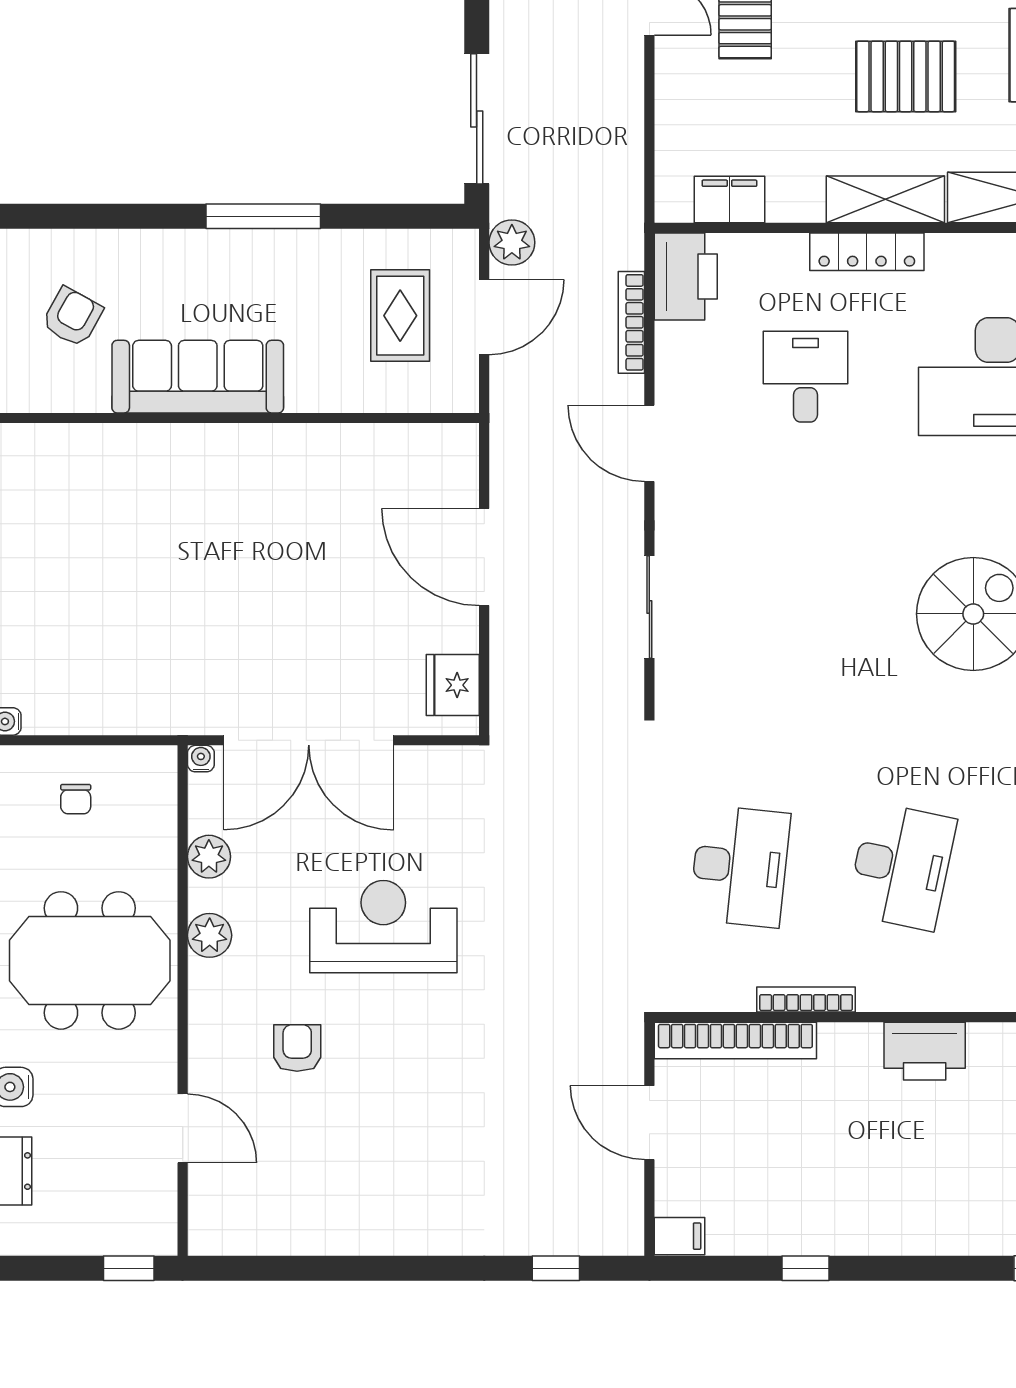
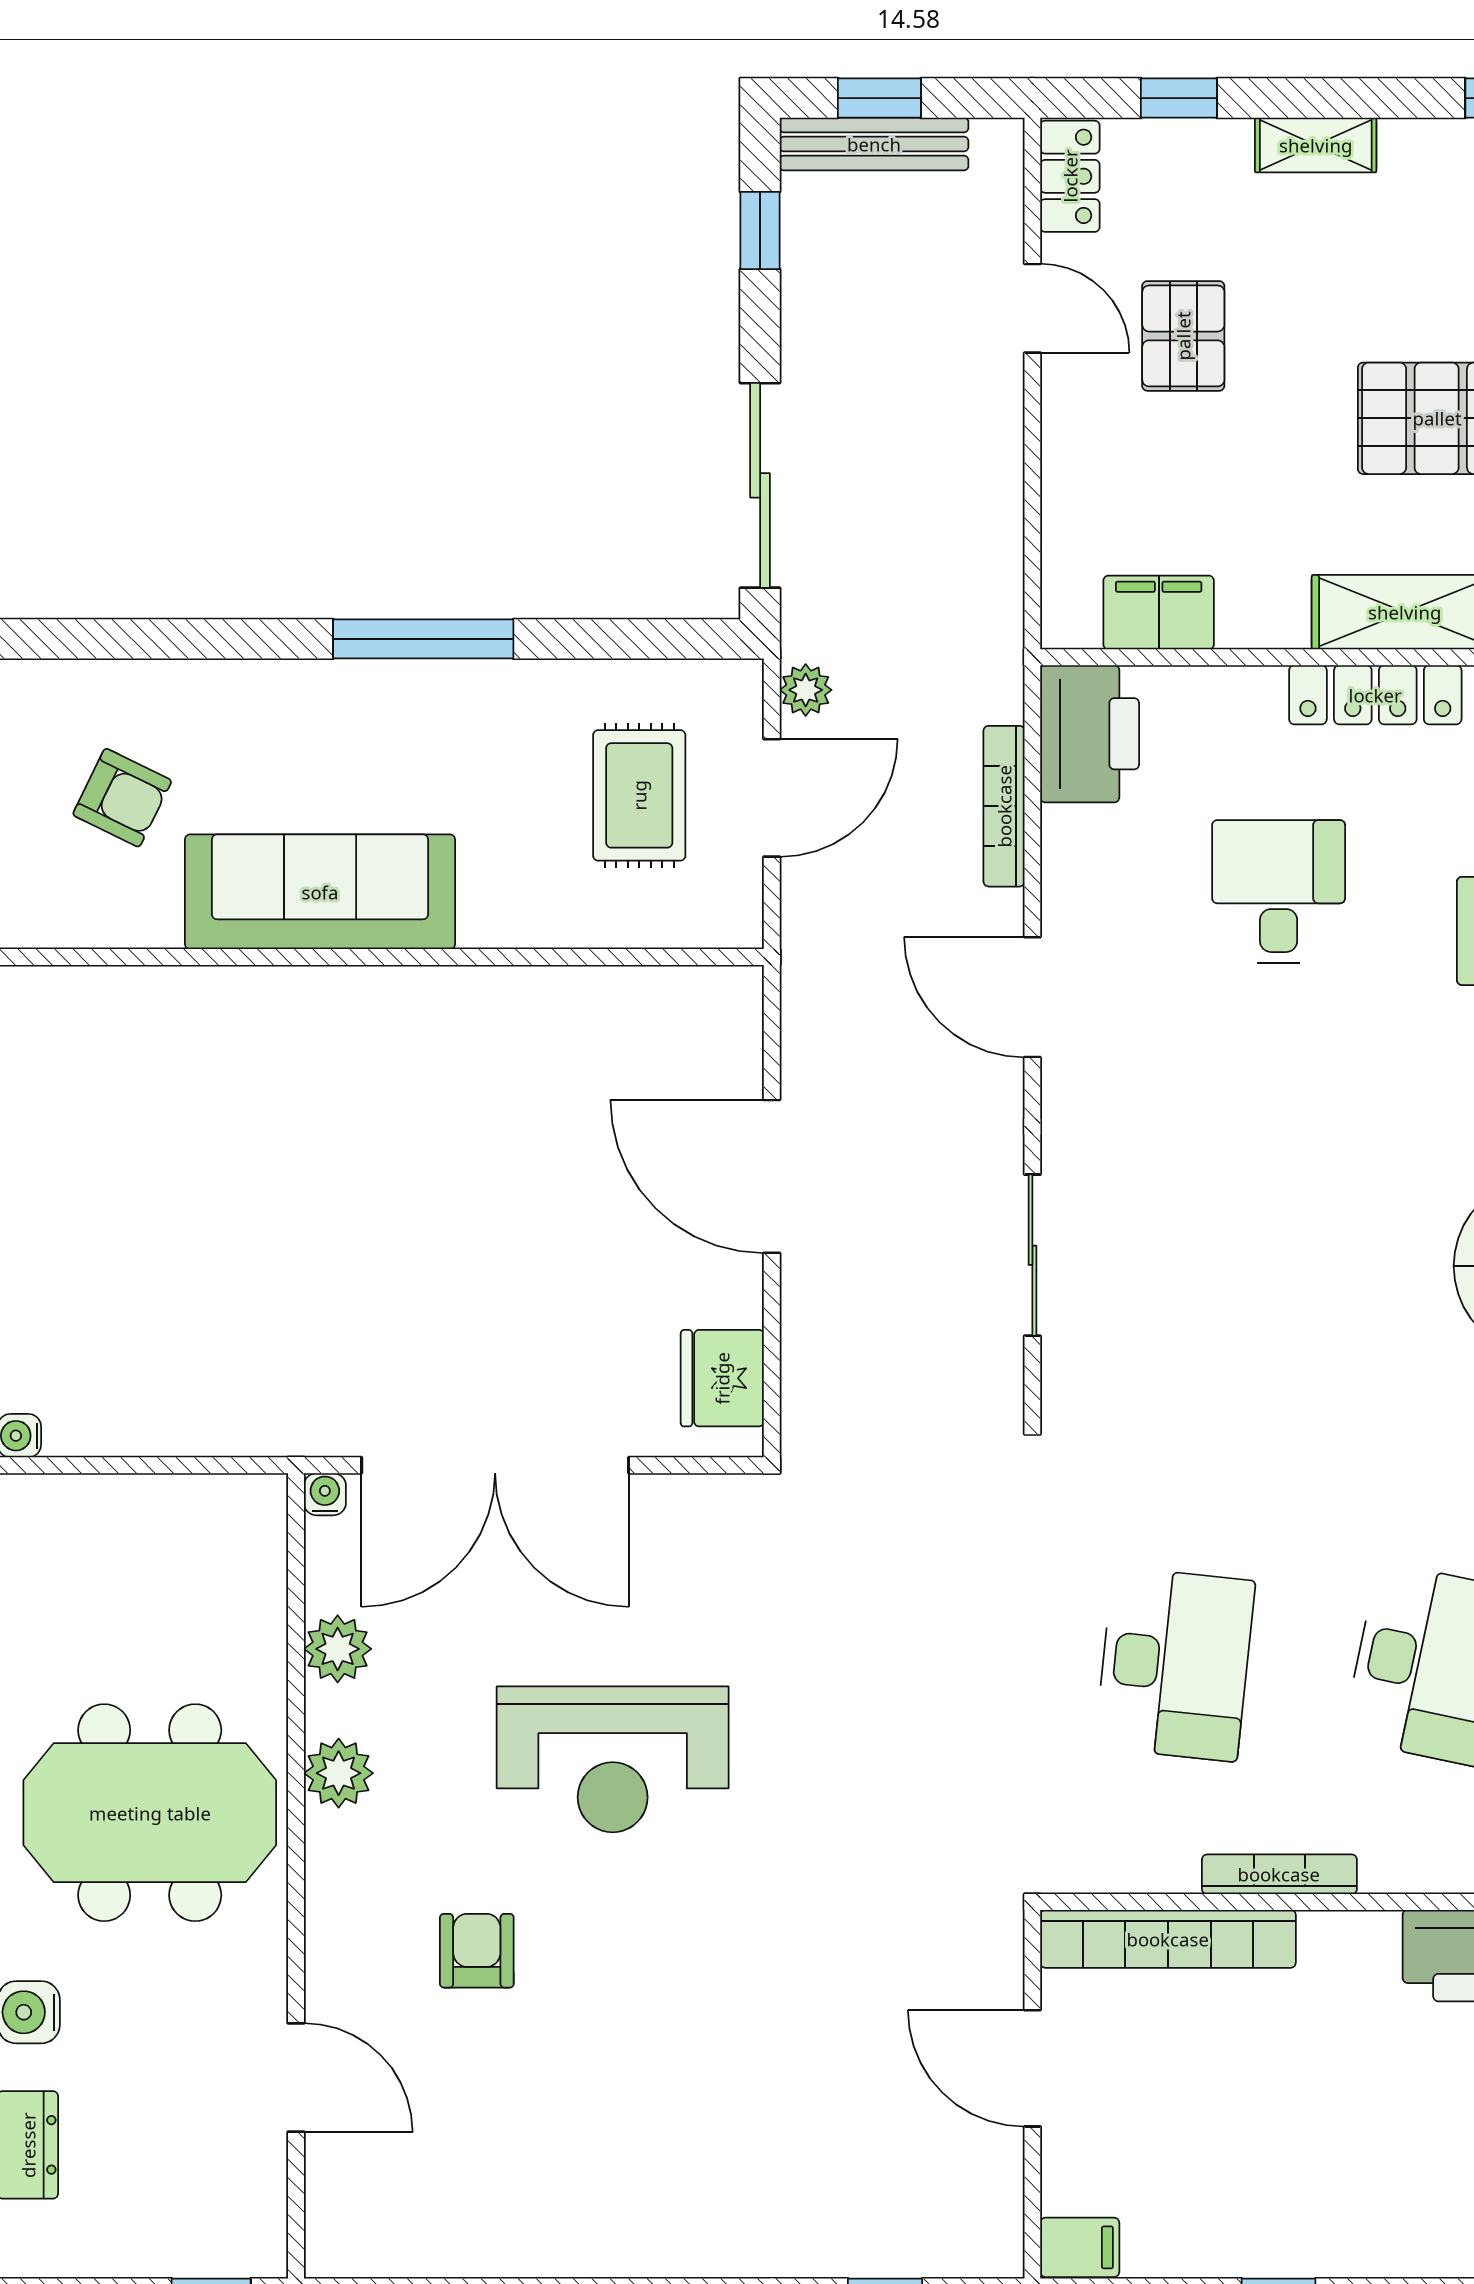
plant: (512, 242) -> (806, 690), width x0.73, depth x0.73
armchair: (72, 317) -> (122, 798), turned 87
chair: (76, 799) -> (128, 1558), removed
reception desk: (383, 927) -> (613, 1759), turned 180

